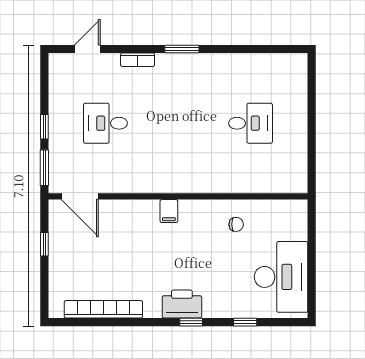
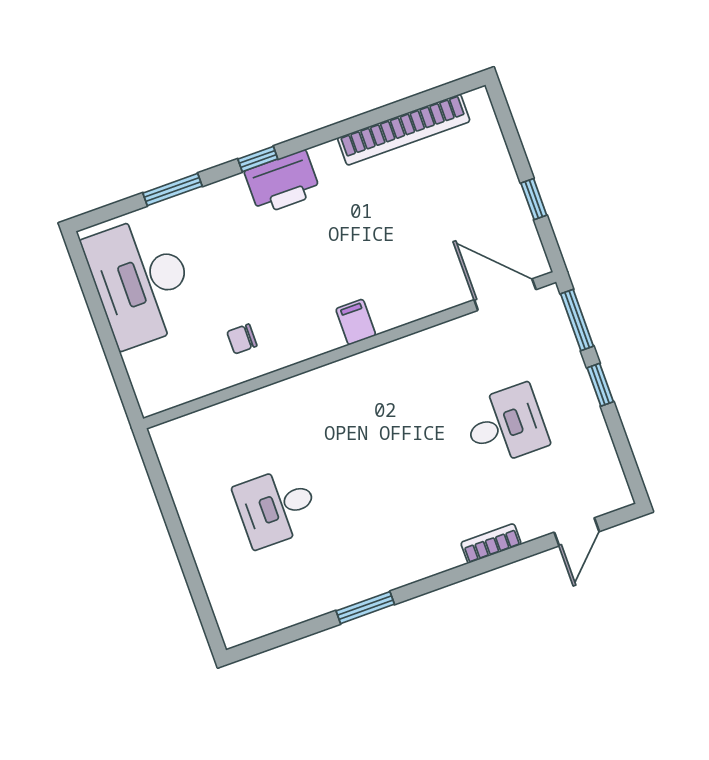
window: (182, 49) -> (365, 608), moved
window: (245, 322) -> (172, 190), width x1.50

